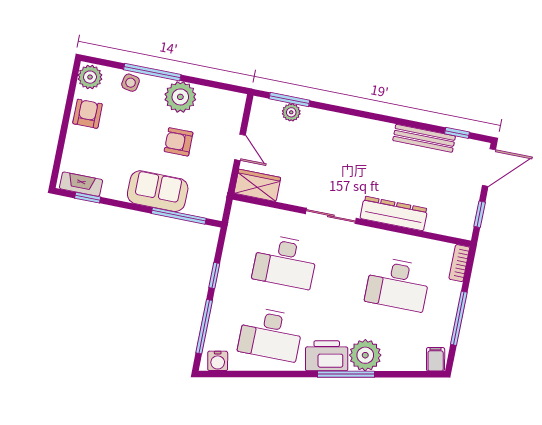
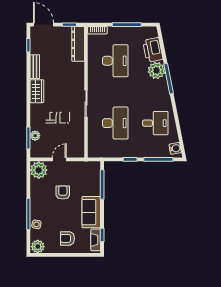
plant: (180, 97) -> (39, 170), moved
armchair: (88, 114) -> (67, 238), moved
bench: (424, 138) -> (35, 67), width x0.73
armchair: (179, 142) -> (63, 192), turned 180
wardrobe: (257, 185) -> (37, 91), moved, turned 180
sofa: (158, 191) -> (91, 212), moved
dresser: (394, 213) -> (78, 44), moved
desk: (271, 334) -> (155, 123), width x0.73
printer: (327, 356) -> (153, 50), moved
filing cabinet: (436, 359) -> (151, 33), removed

